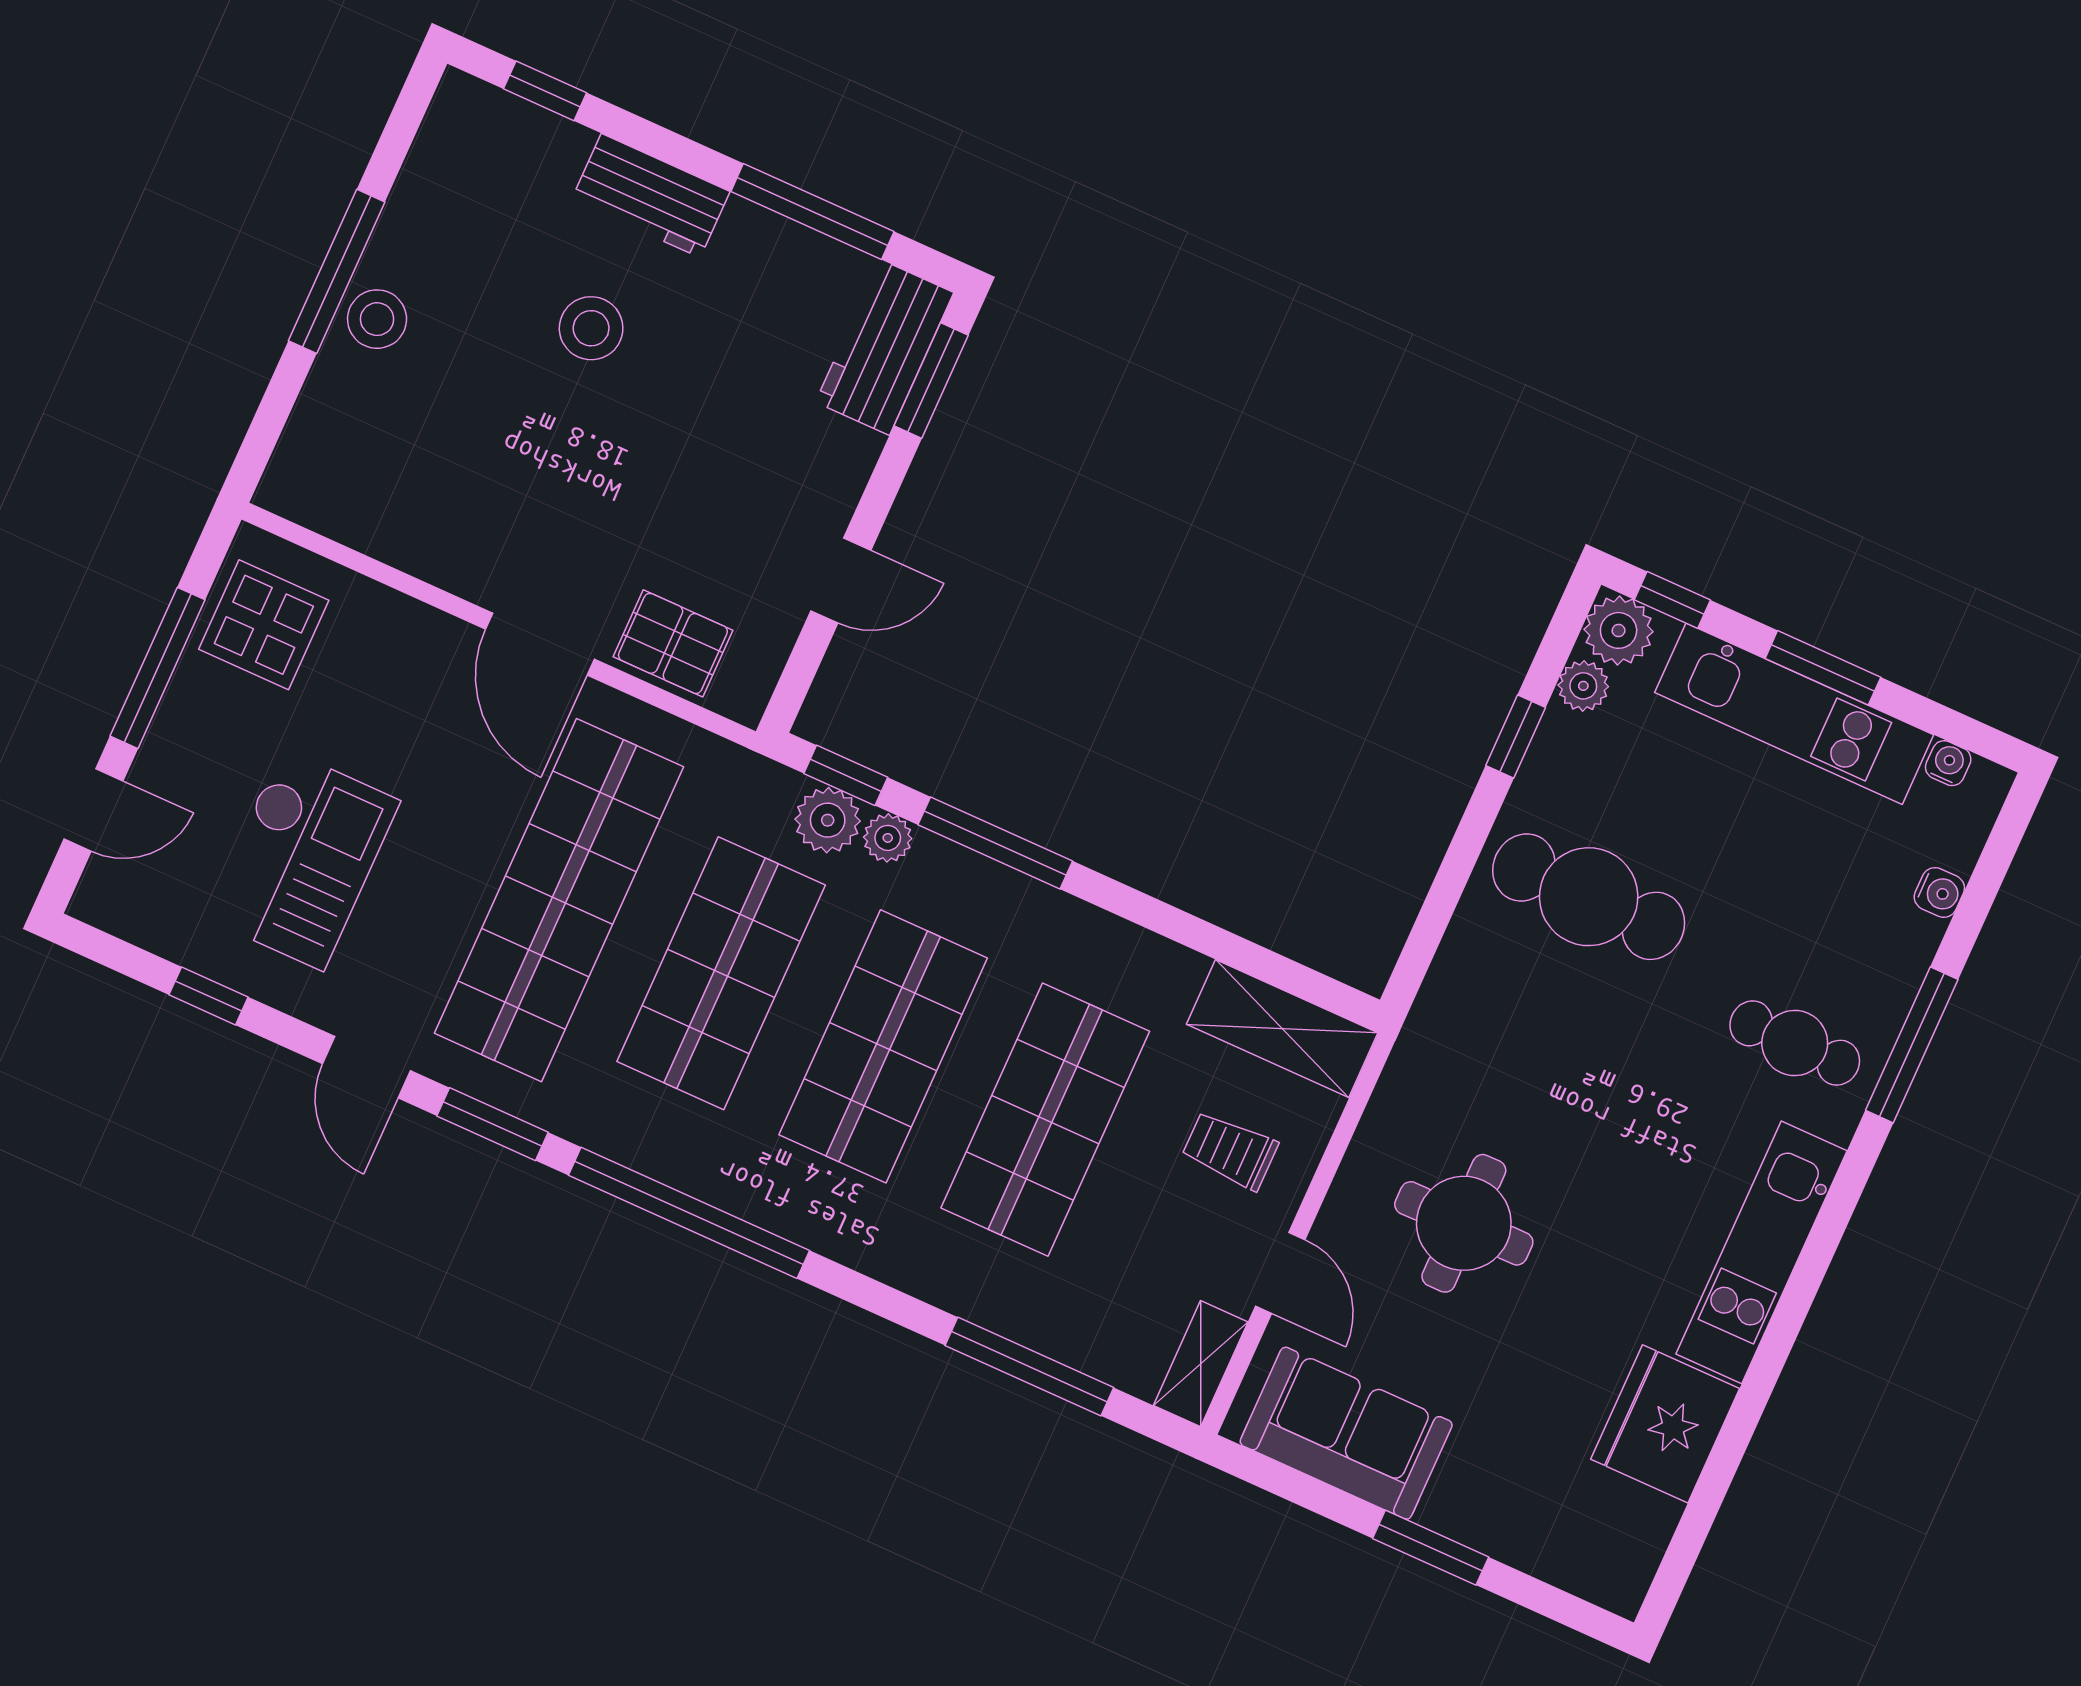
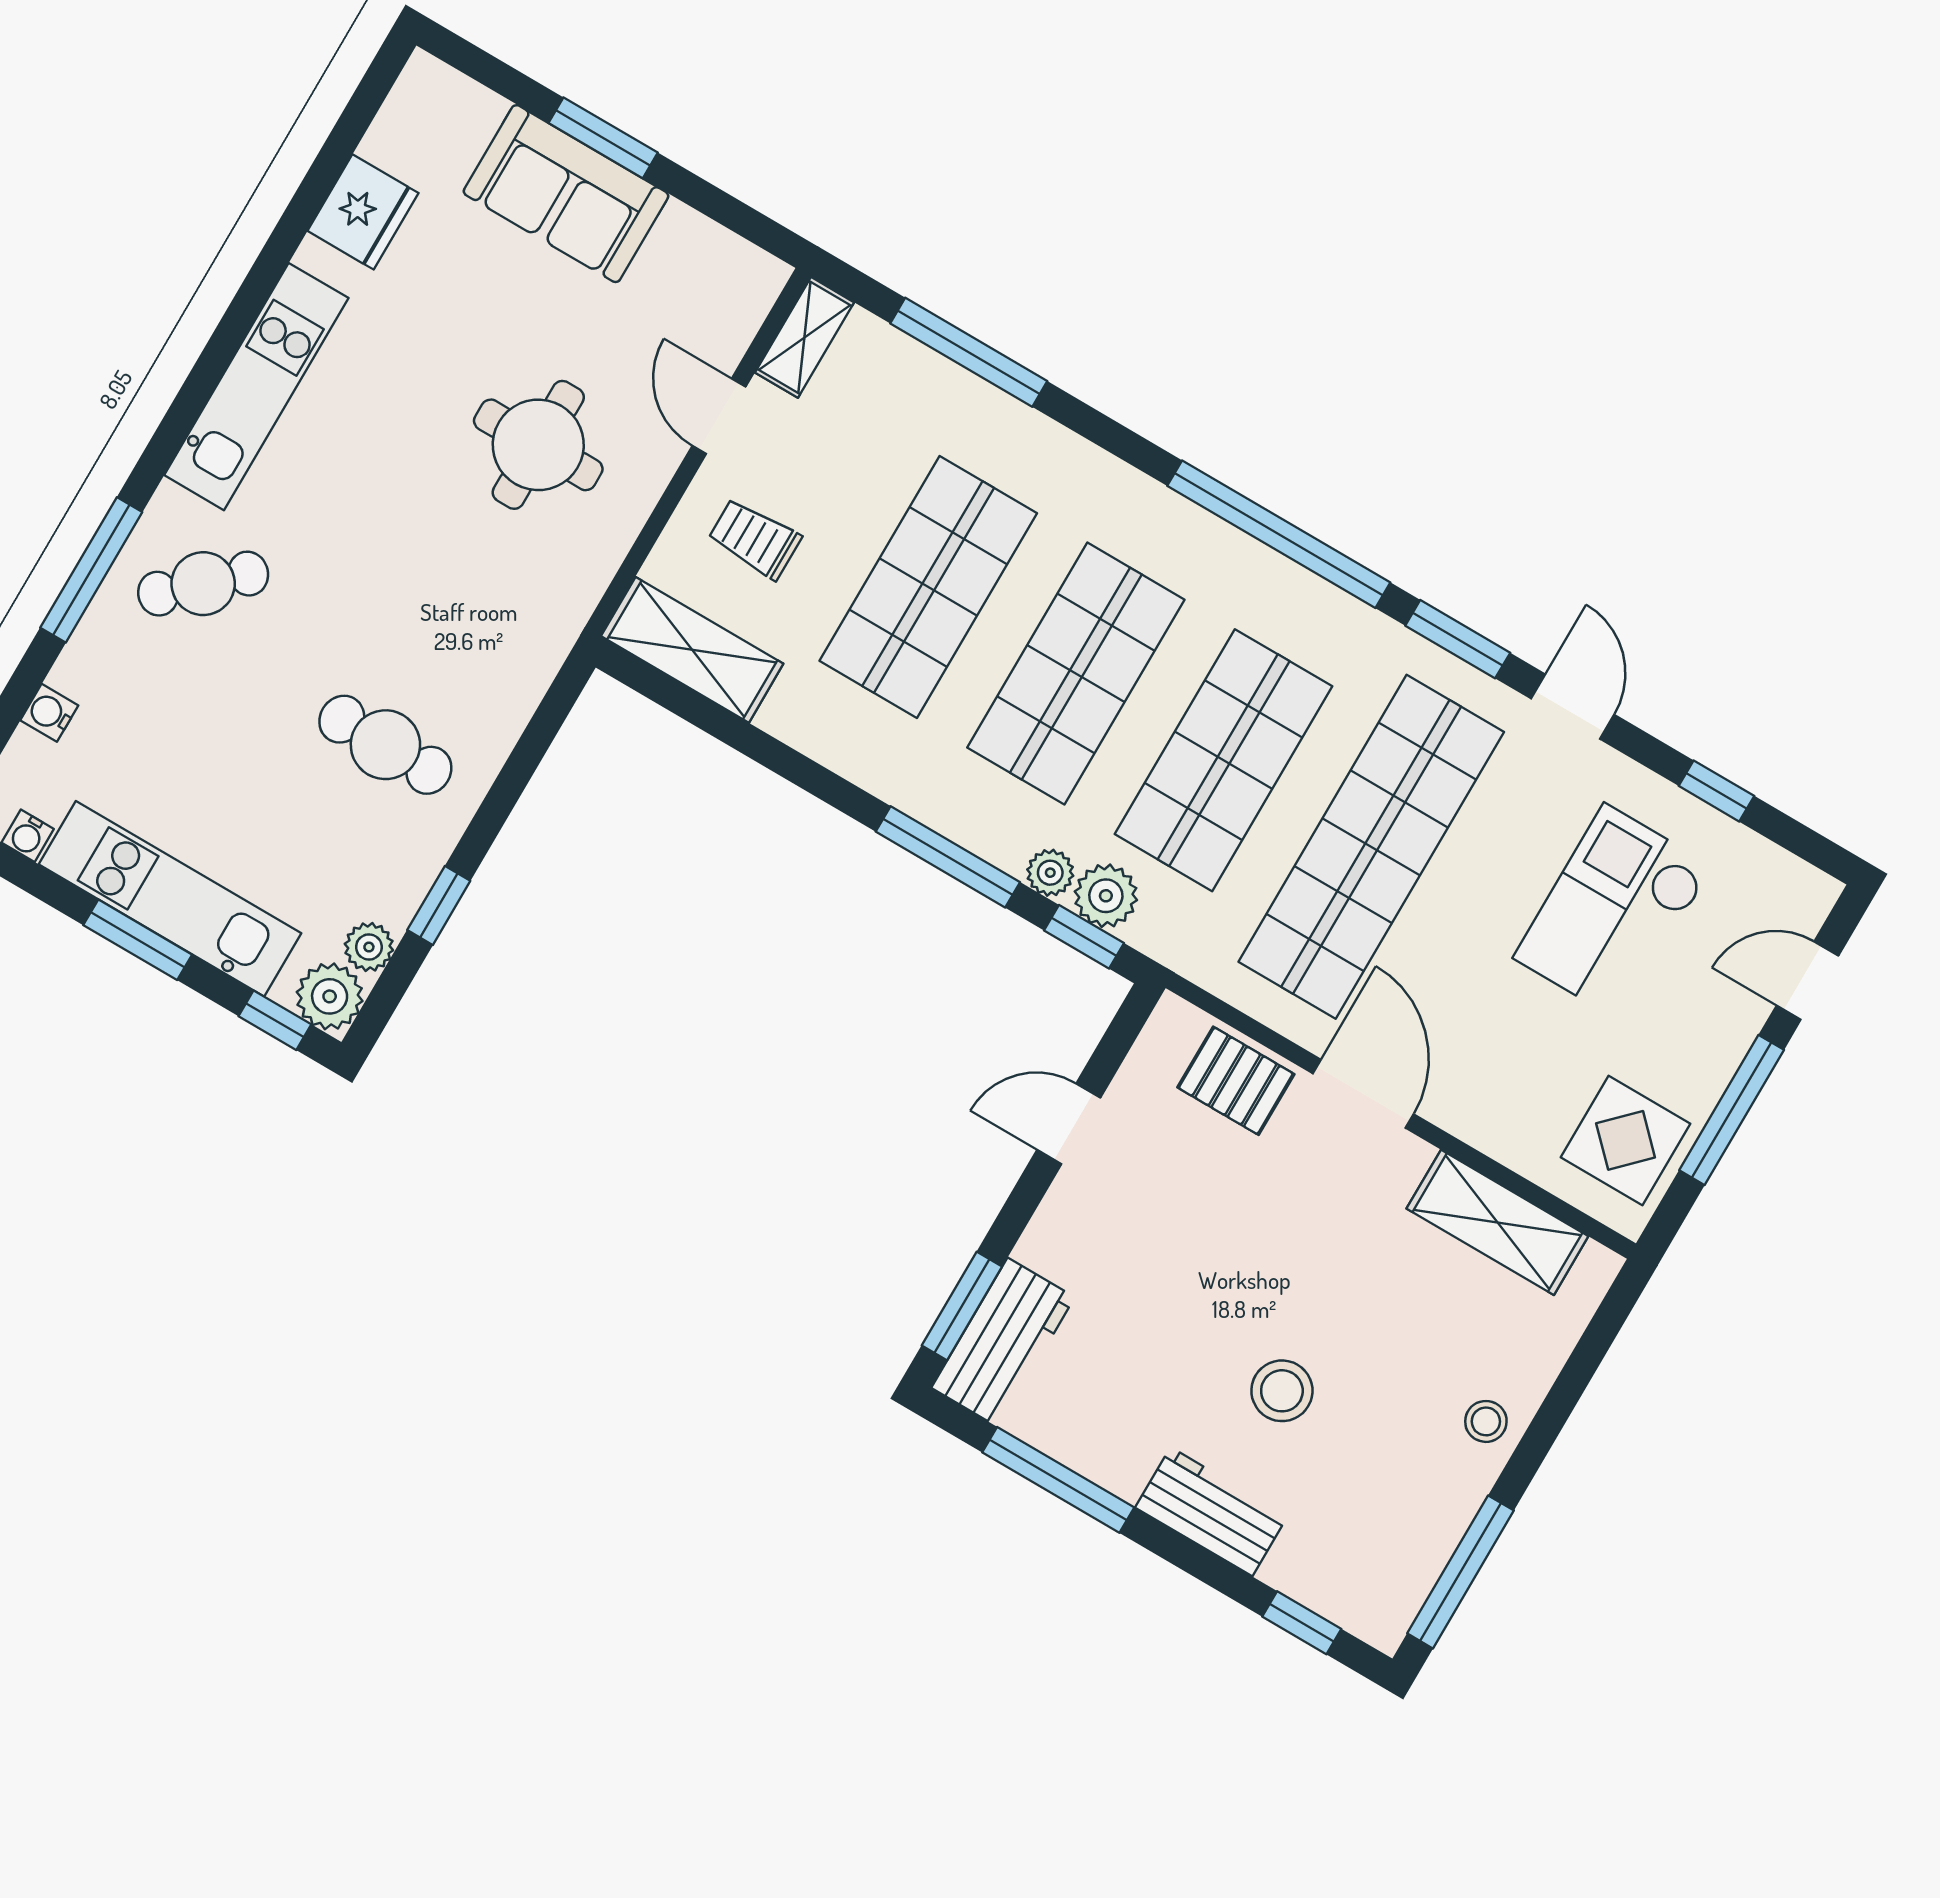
window: (337, 271) -> (1461, 1572), moved
stool: (377, 319) -> (1486, 1421), width x0.73, depth x0.73
shelving: (387, 526) -> (1497, 1222), added
cafe table: (1589, 897) -> (385, 745), width x0.73, depth x0.74
cafe table: (1795, 1043) -> (203, 584), turned -43
trolley: (1230, 1150) -> (755, 539), turned 180
fridge: (1665, 1424) -> (363, 212), width x0.73, depth x0.75
sofa: (1346, 1433) -> (566, 194), moved

